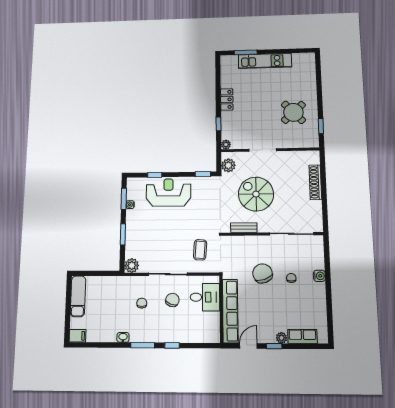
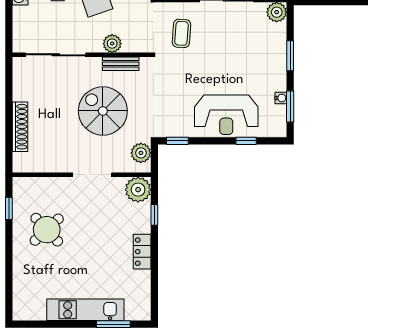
plant: (226, 145) -> (138, 190), width x1.87, depth x1.87
spiral stairs: (256, 194) -> (103, 111), turned 180
plant: (250, 242) -> (112, 44), added

